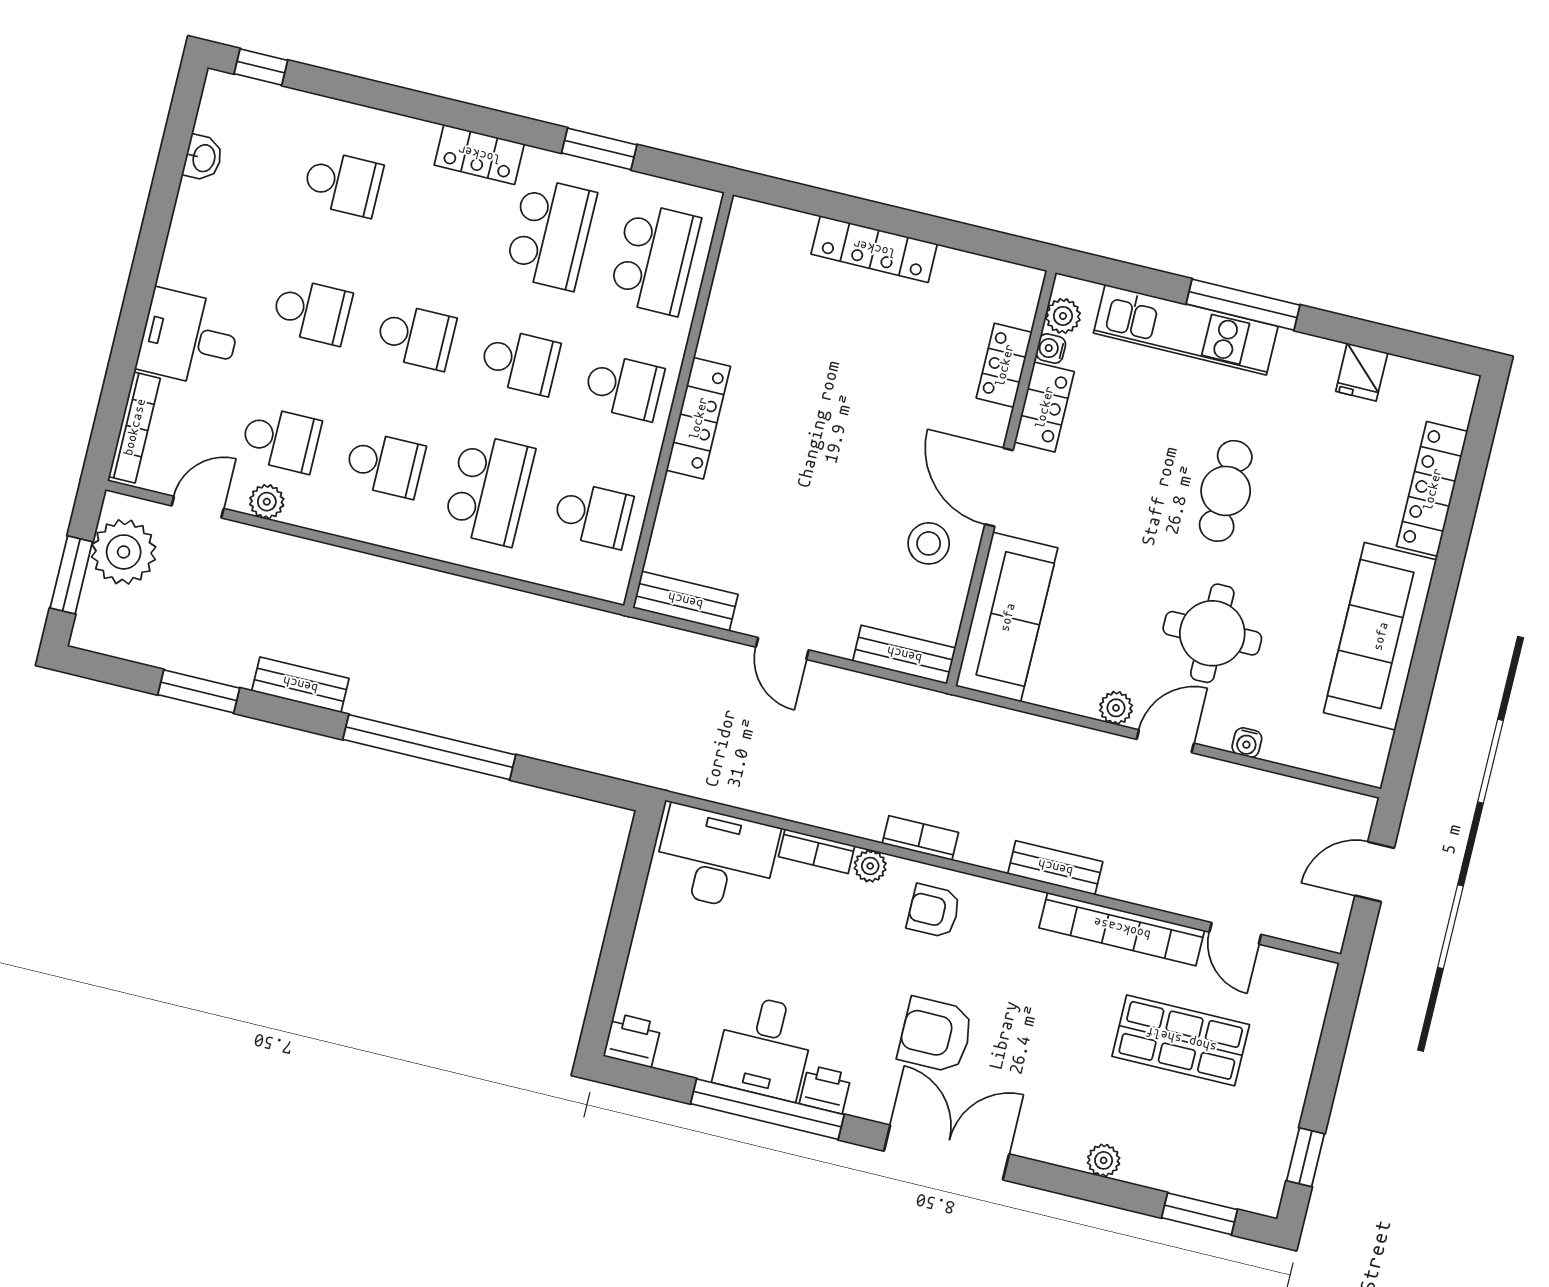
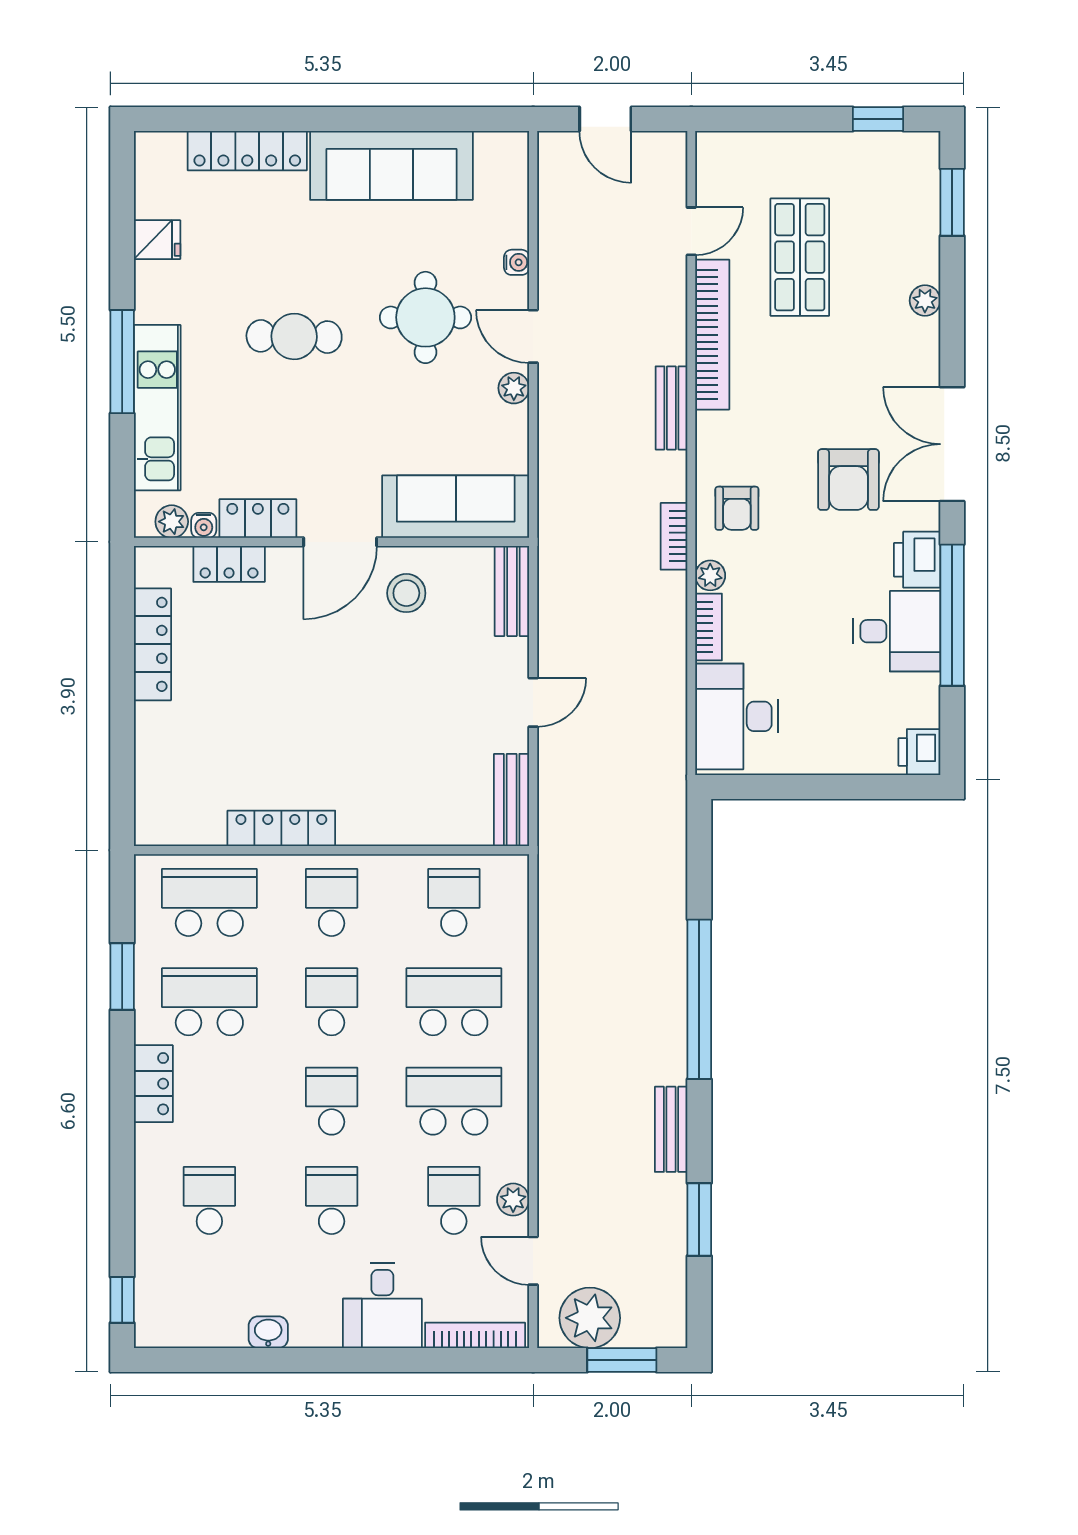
washbasin: (203, 158) -> (268, 1332), moved
locker: (874, 249) -> (152, 644), moved
locker: (698, 418) -> (281, 828), moved
school desk: (385, 465) -> (454, 1101), width x1.85
printer: (825, 1089) -> (917, 560), width x1.36, depth x1.24

